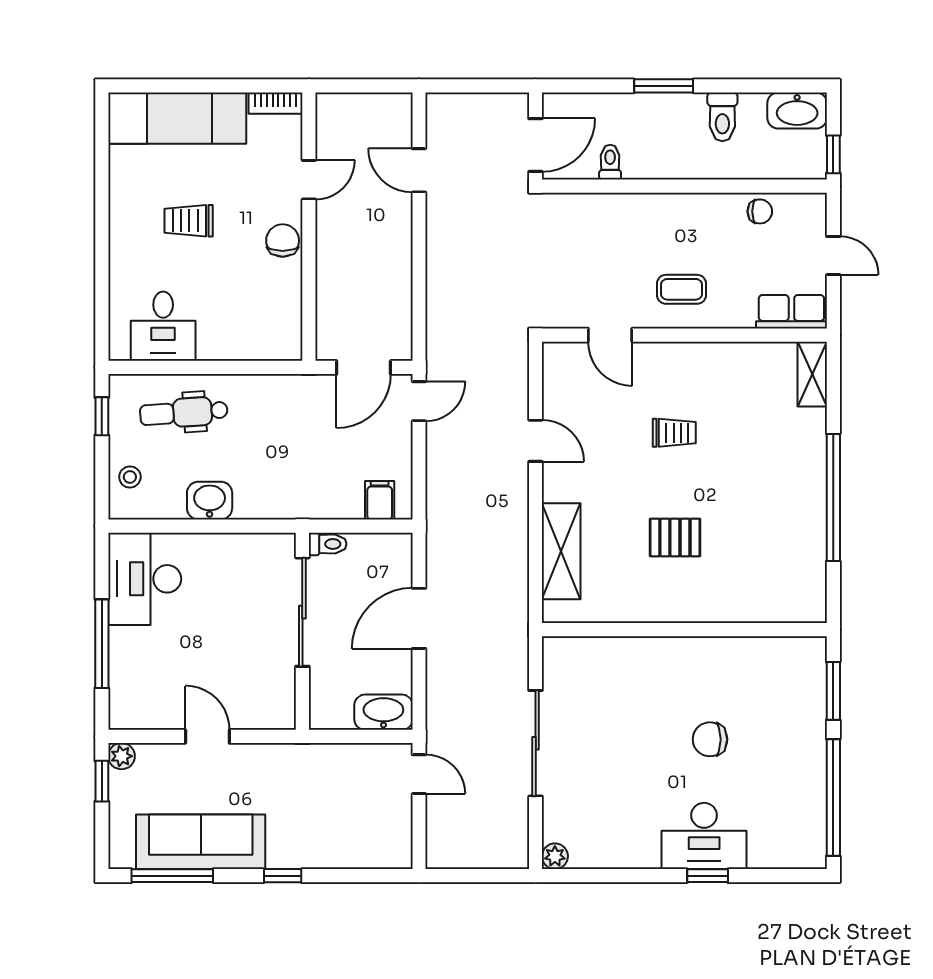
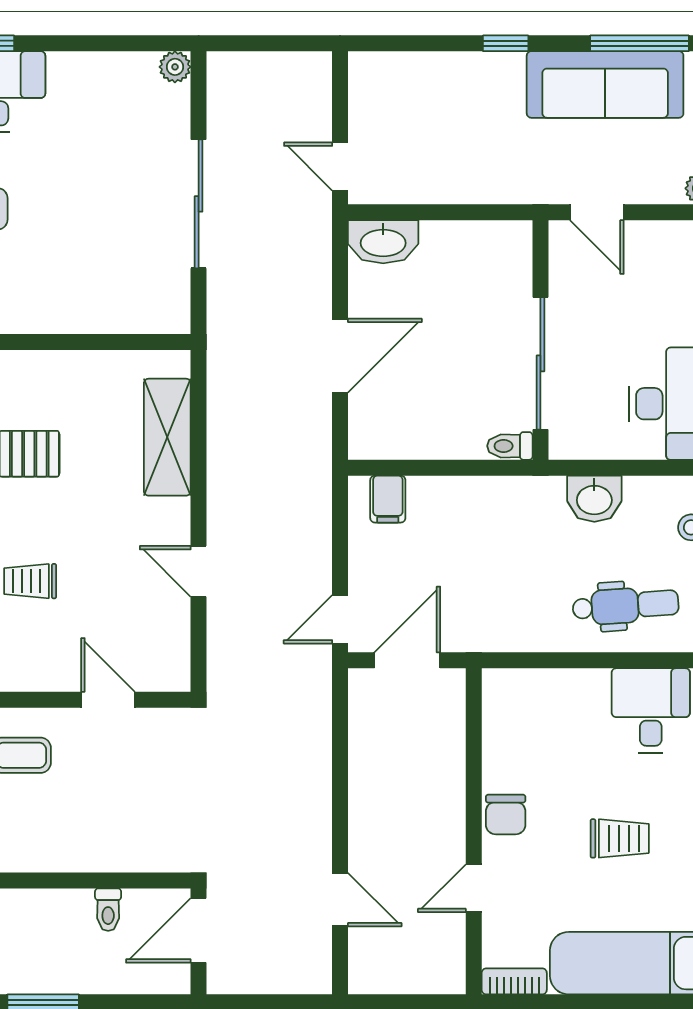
toilet: (328, 544) -> (510, 446), moved
sliding door: (302, 612) -> (540, 363), moved
wall: (302, 631) -> (540, 340), moved

